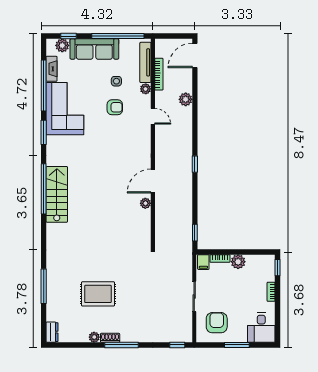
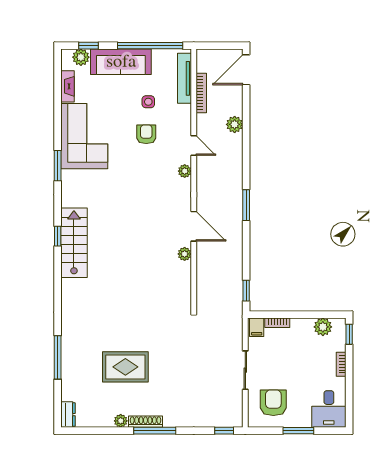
window: (44, 86) -> (58, 107), removed
plant: (146, 89) -> (185, 171), moved
armchair: (115, 107) -> (146, 134), turned -90
window: (195, 164) -> (246, 205), width x1.50
door: (153, 181) -> (194, 226), swing flipped
window: (44, 189) -> (58, 236), width x0.32
plant: (238, 262) -> (323, 327), moved
shoe rack: (110, 338) -> (145, 422), width x1.43

